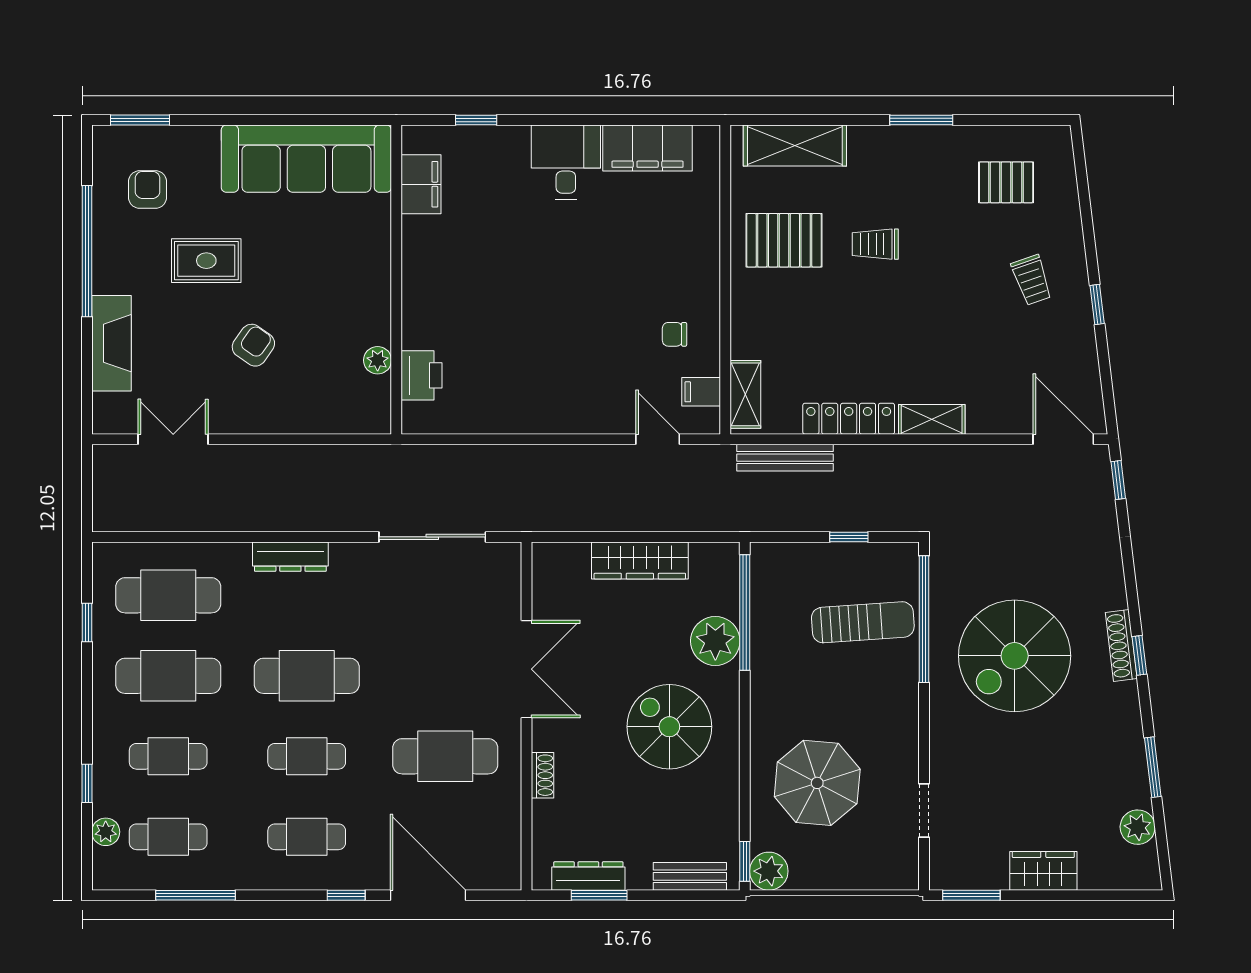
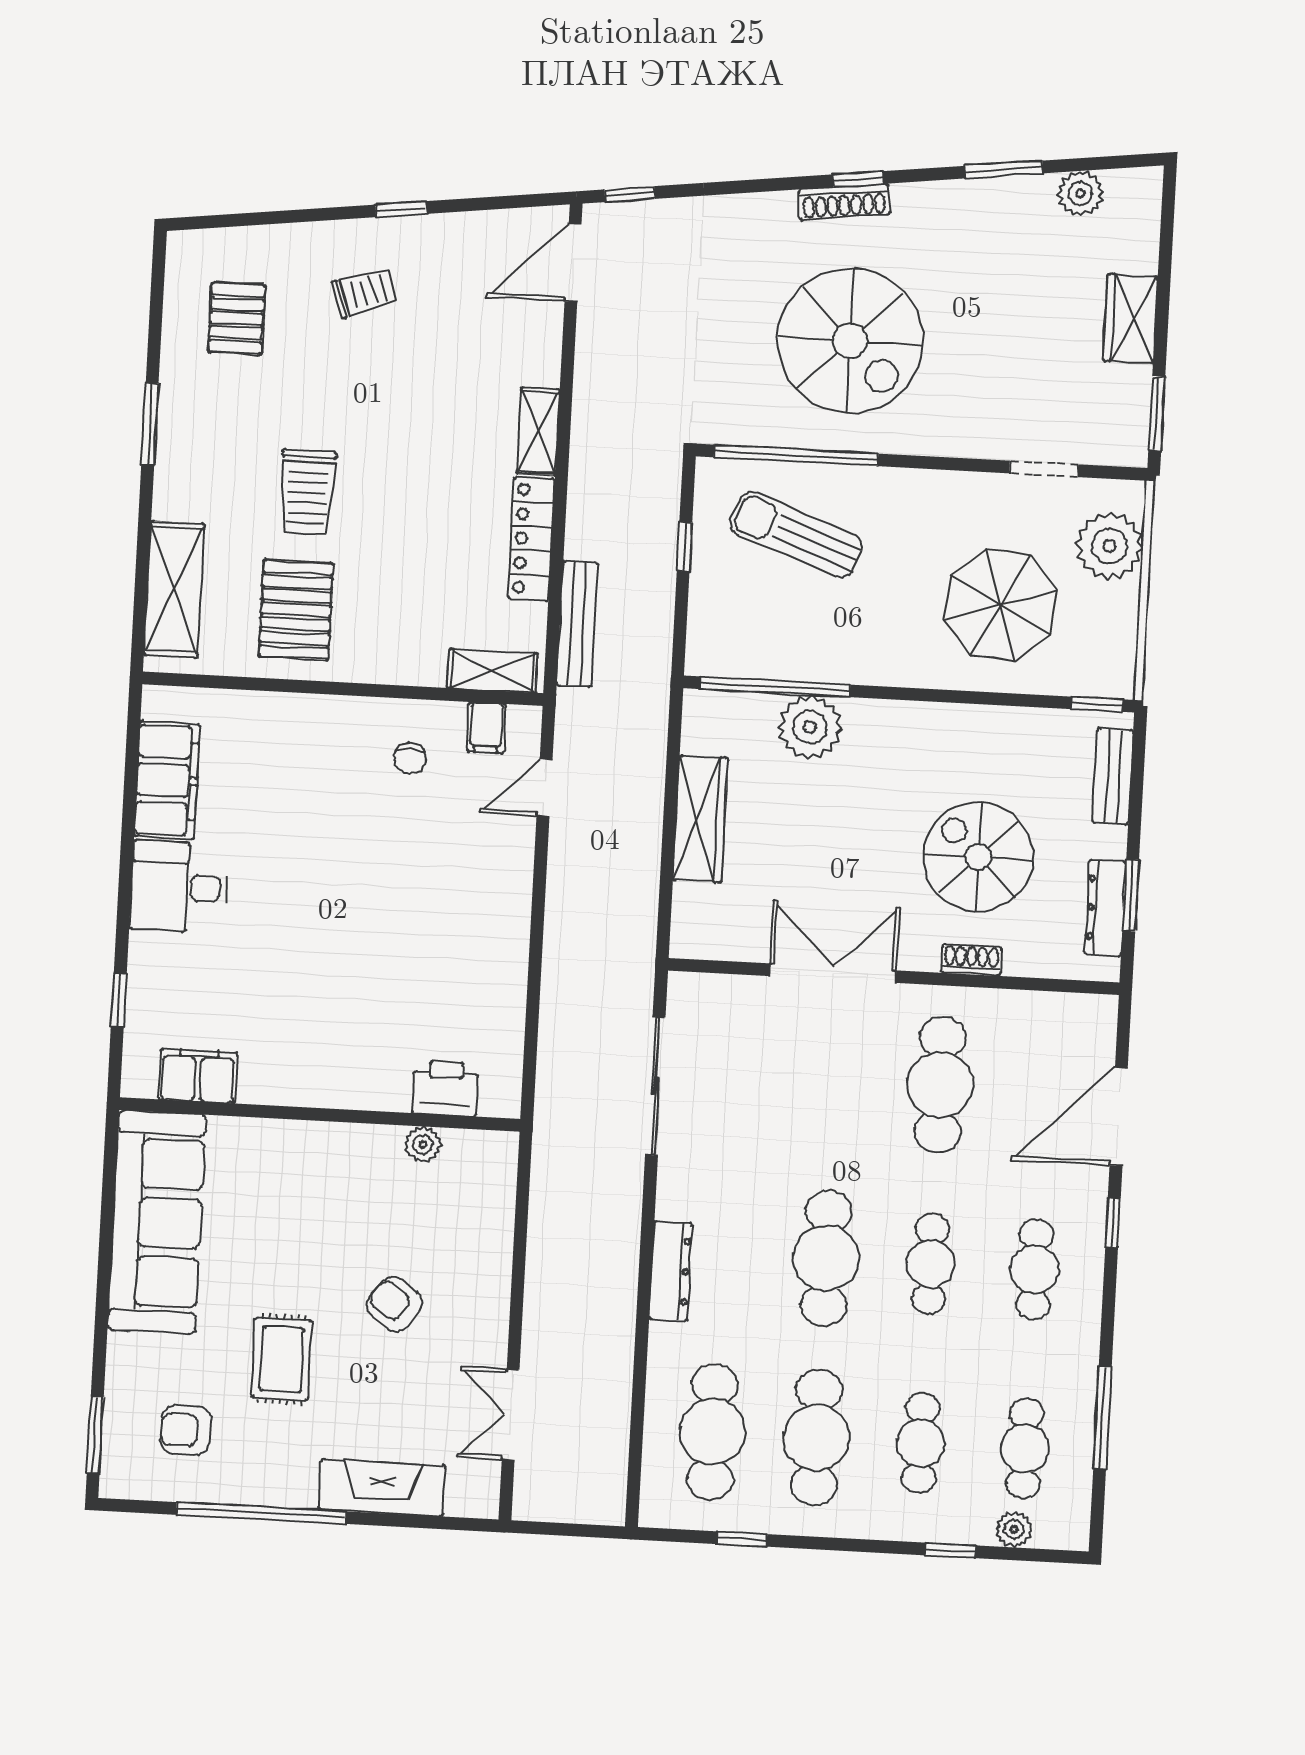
trolley: (875, 244) -> (307, 492), width x1.36, depth x1.39
sun lounger: (863, 622) -> (796, 535), turned -66
spiral stairs: (669, 727) -> (978, 857), moved, turned 90
plant: (769, 871) -> (1109, 546), moved, width x1.36, depth x1.36

